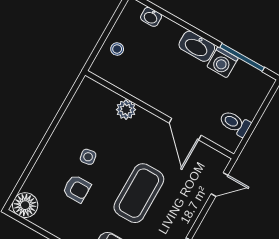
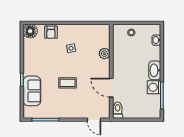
toilet: (235, 123) -> (118, 110), moved
door: (185, 129) -> (111, 88), hinge flipped
armchair: (77, 189) -> (51, 32), moved
coffee table: (139, 193) -> (67, 83), width x0.54, depth x0.58

